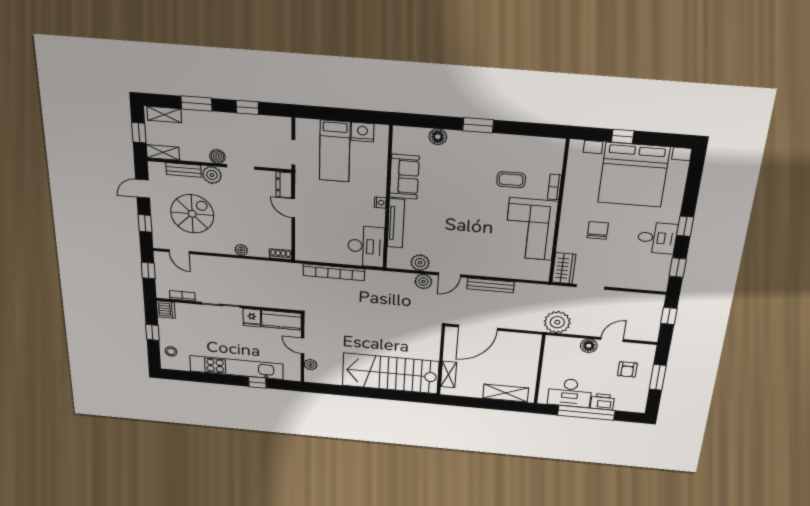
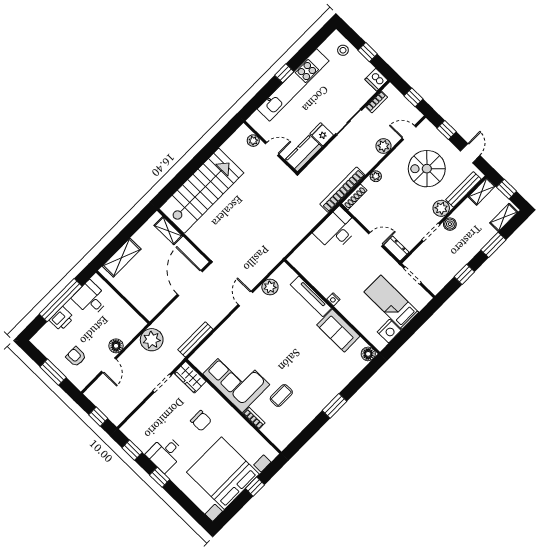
floor lamp: (438, 137) -> (368, 354), moved
bench: (184, 170) -> (463, 189), width x1.36
spiral stairs: (192, 214) -> (427, 169), turned 90
desk: (366, 246) -> (337, 230), moved, turned 90
shoe rack: (281, 254) -> (354, 197), width x1.43
bookcase: (334, 272) -> (342, 190), moved
plant: (423, 282) -> (383, 146), moved
bench: (491, 285) -> (195, 339), moved
window: (257, 382) -> (284, 73), moved
desk: (570, 393) -> (90, 299), width x0.73

